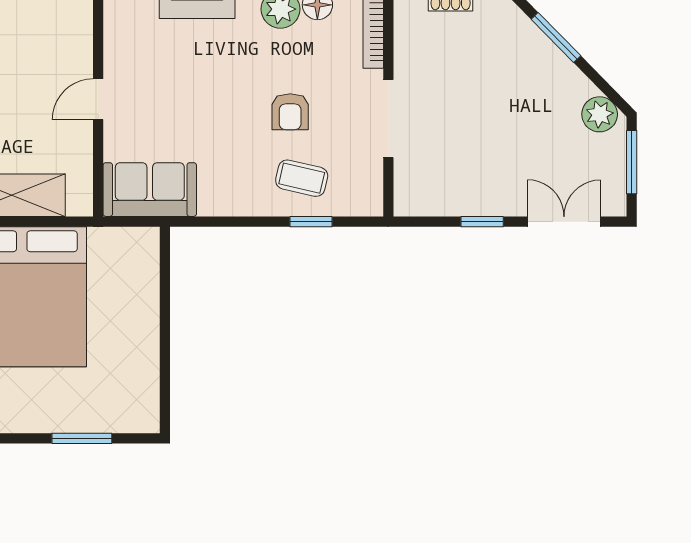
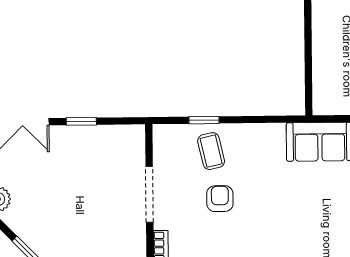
coffee table: (302, 178) -> (211, 151), turned 64

